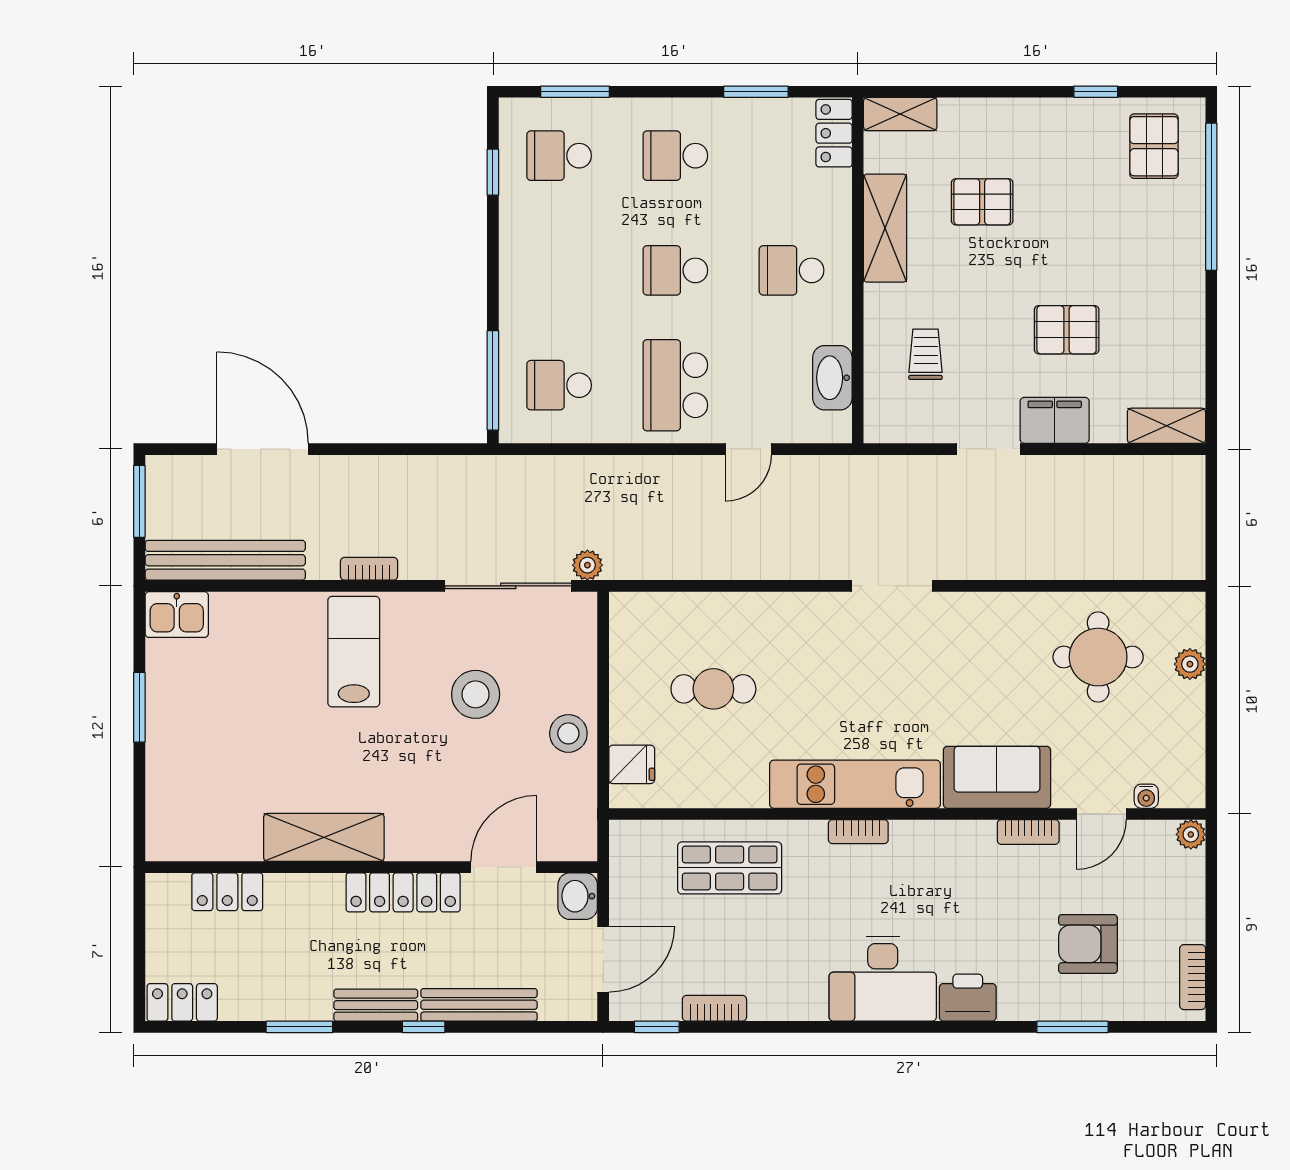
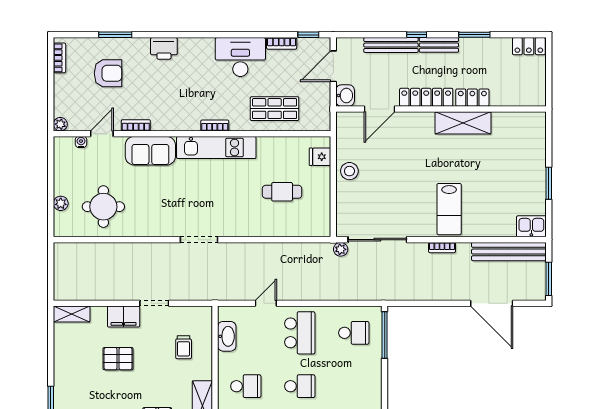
stool: (476, 694) -> (393, 189), removed
locker: (227, 892) -> (472, 98), moved
desk: (883, 979) -> (240, 57), moved

